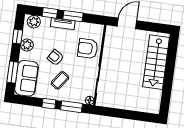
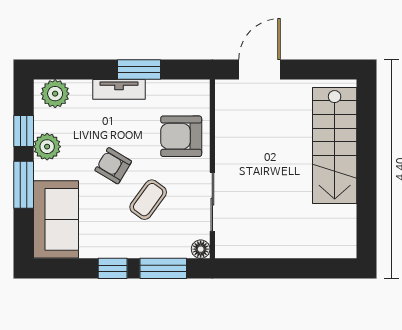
window: (50, 13) -> (87, 70), removed
window: (13, 72) -> (24, 185), moved
coffee table: (60, 80) -> (148, 200), moved

